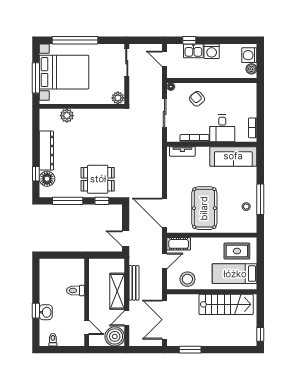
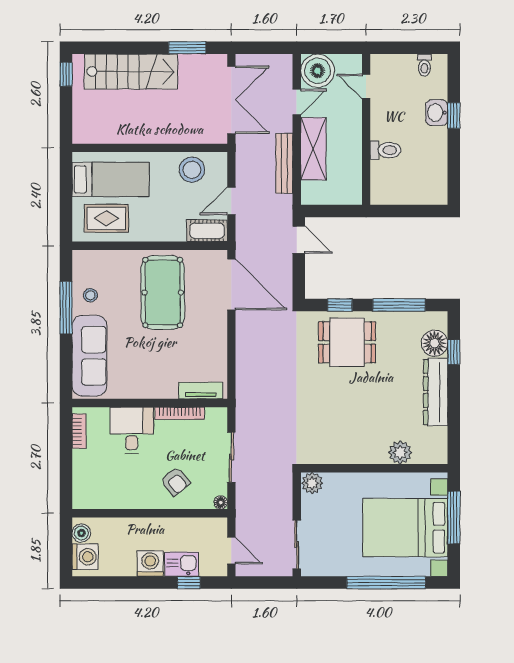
sofa: (233, 156) -> (89, 356), moved, turned 90
stairs: (226, 304) -> (131, 72), moved, turned 180

